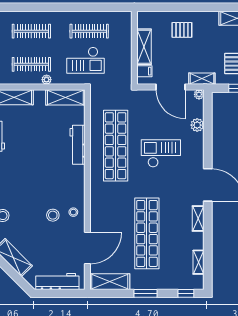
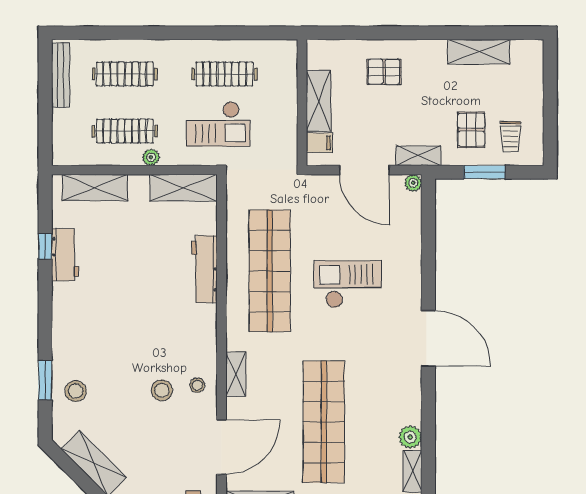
plant: (197, 125) -> (410, 437), moved
shelving: (198, 218) -> (236, 374), moved

